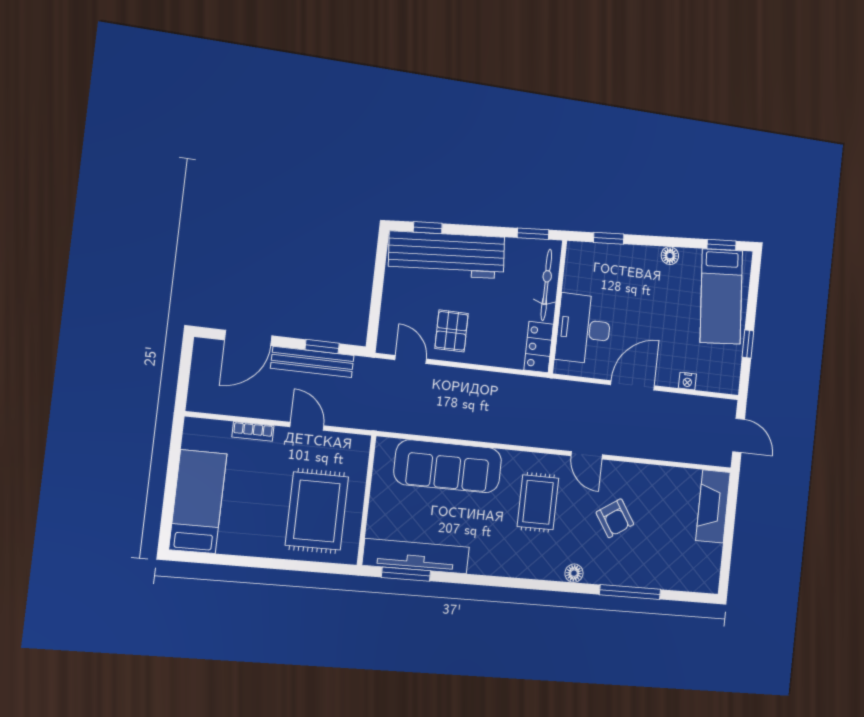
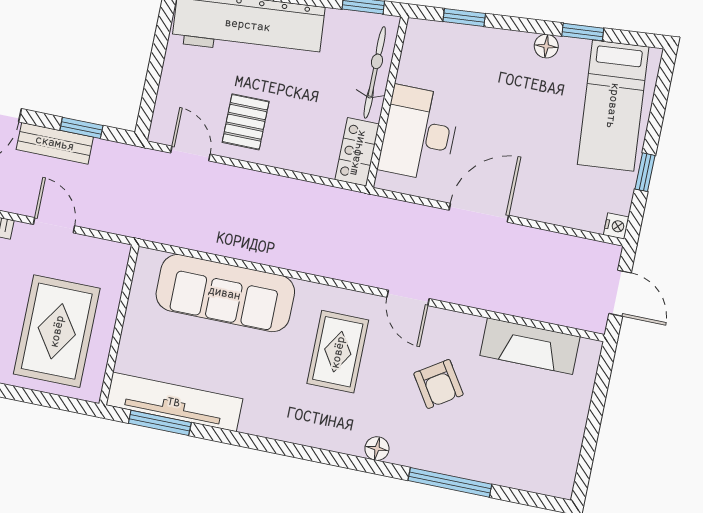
window: (722, 245) -> (583, 32), moved
bench: (312, 362) -> (55, 143), width x0.73
nightstand: (687, 381) -> (616, 226), moved, turned -90
fireplace: (713, 506) -> (530, 346), moved, turned -90

